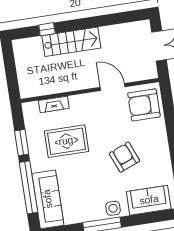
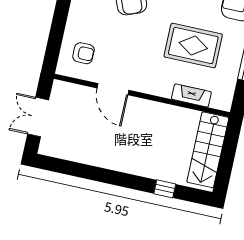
stairs: (71, 42) -> (208, 150), moved, turned -90
armchair: (144, 105) -> (83, 53), width x0.53, depth x0.53

